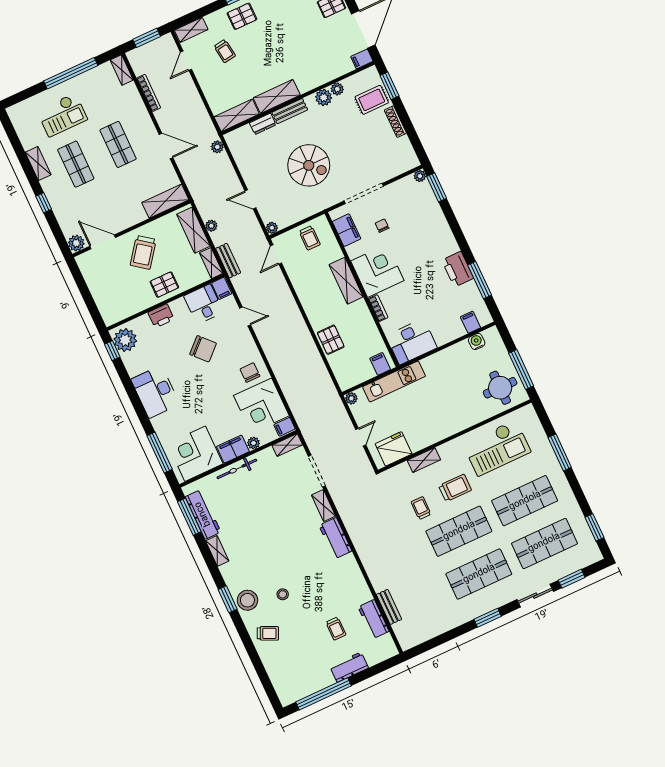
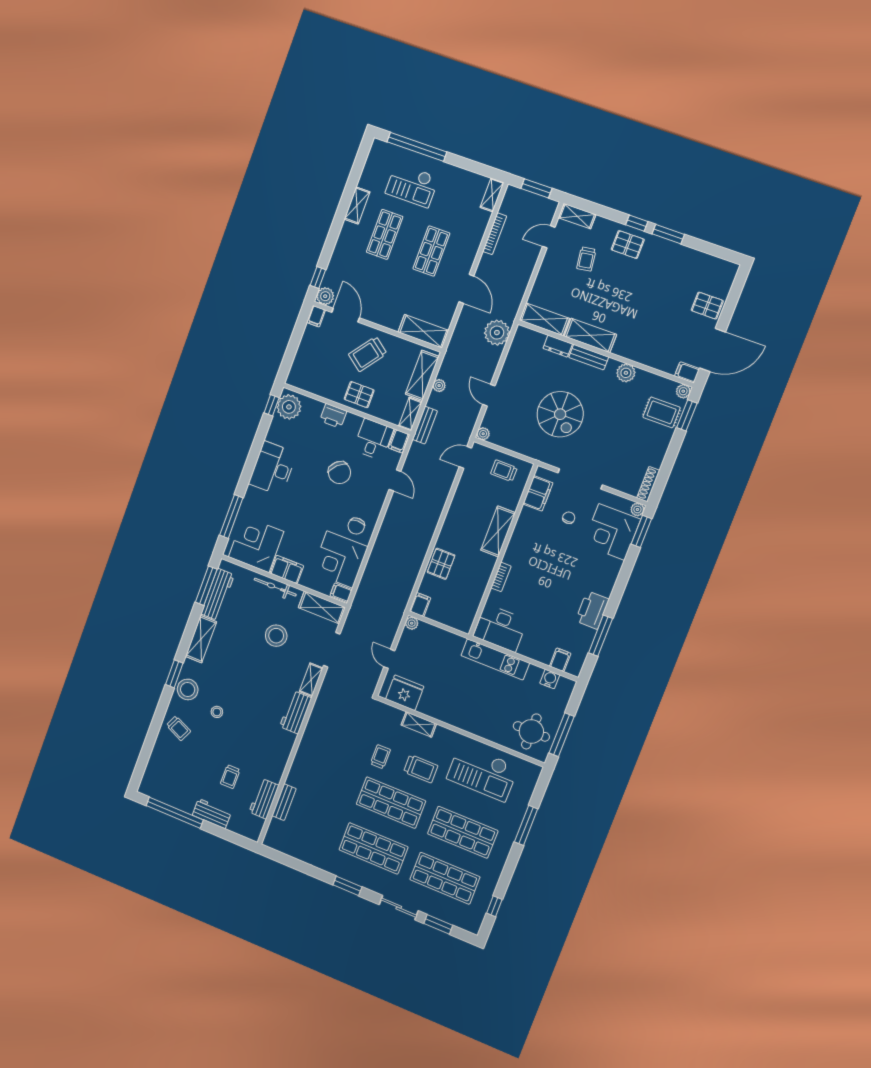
window: (71, 73) -> (417, 147), moved
plant: (337, 89) -> (683, 391), moved
shoe rack: (395, 122) -> (648, 484), moved
plant: (217, 147) -> (497, 333), width x1.87, depth x1.87
window: (44, 203) -> (318, 277), moved
trolley: (310, 238) -> (504, 471), turned 90
filing cabinet: (83, 262) -> (316, 316), added
corner desk: (377, 271) -> (612, 532), moved, turned 180
filing cabinet: (380, 364) -> (420, 605), moved
chair: (250, 373) -> (356, 526), turned 180
kitchen unit: (394, 382) -> (495, 659), moved
door: (361, 437) -> (389, 659), swing flipped
plant: (254, 443) -> (306, 581), removed
shelving: (287, 445) -> (322, 607), width x1.50, depth x1.33
stool: (270, 501) -> (276, 636), added
window: (594, 527) -> (494, 906), width x0.67
shelving: (217, 551) -> (201, 639), width x1.50, depth x1.33

